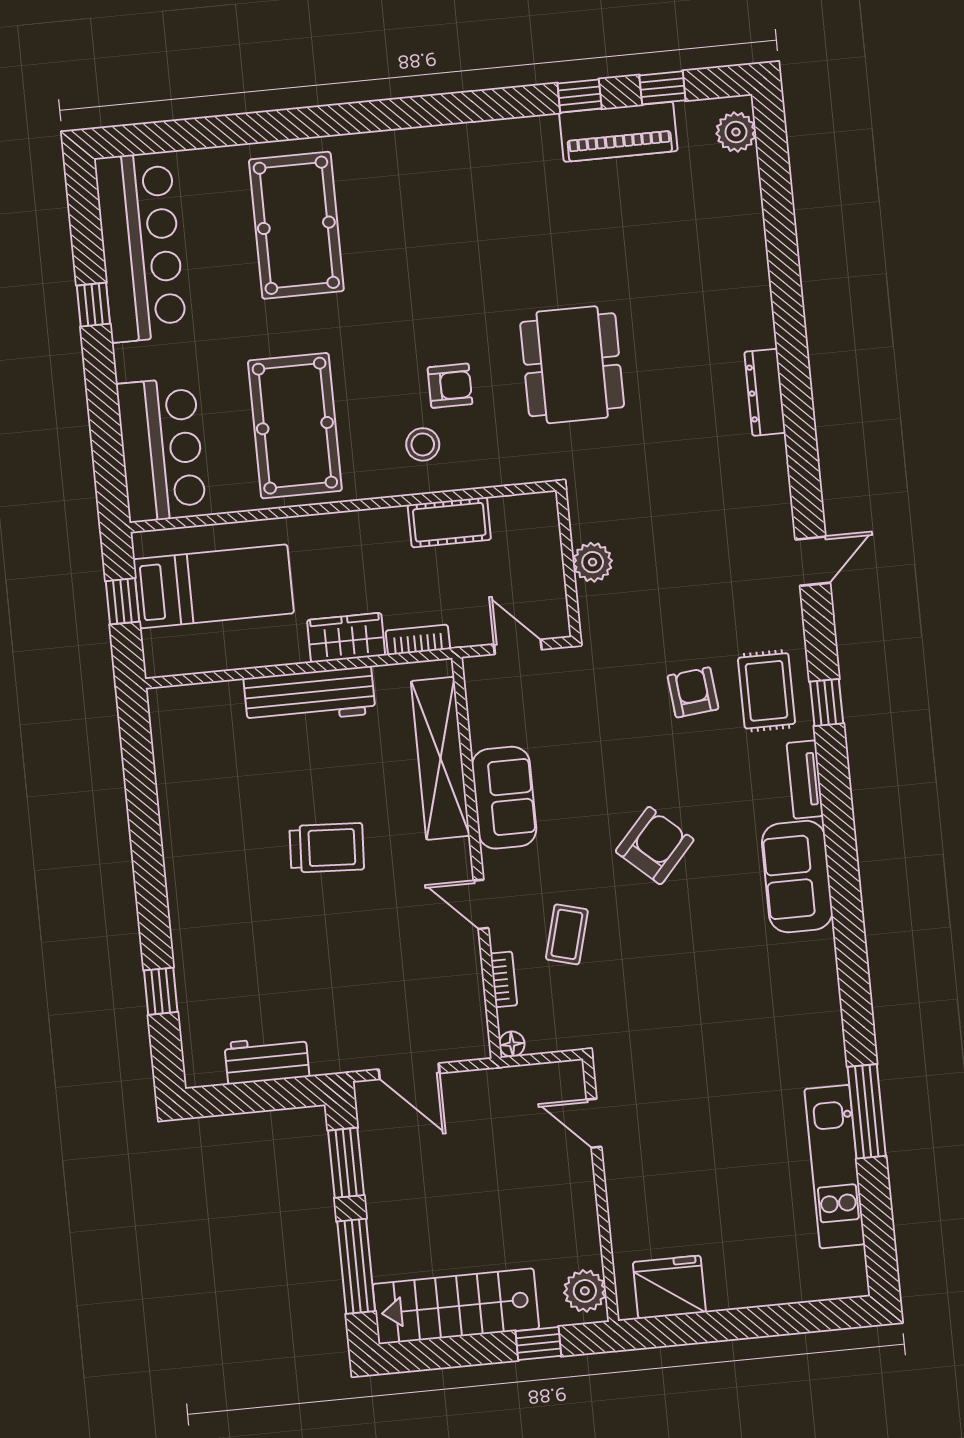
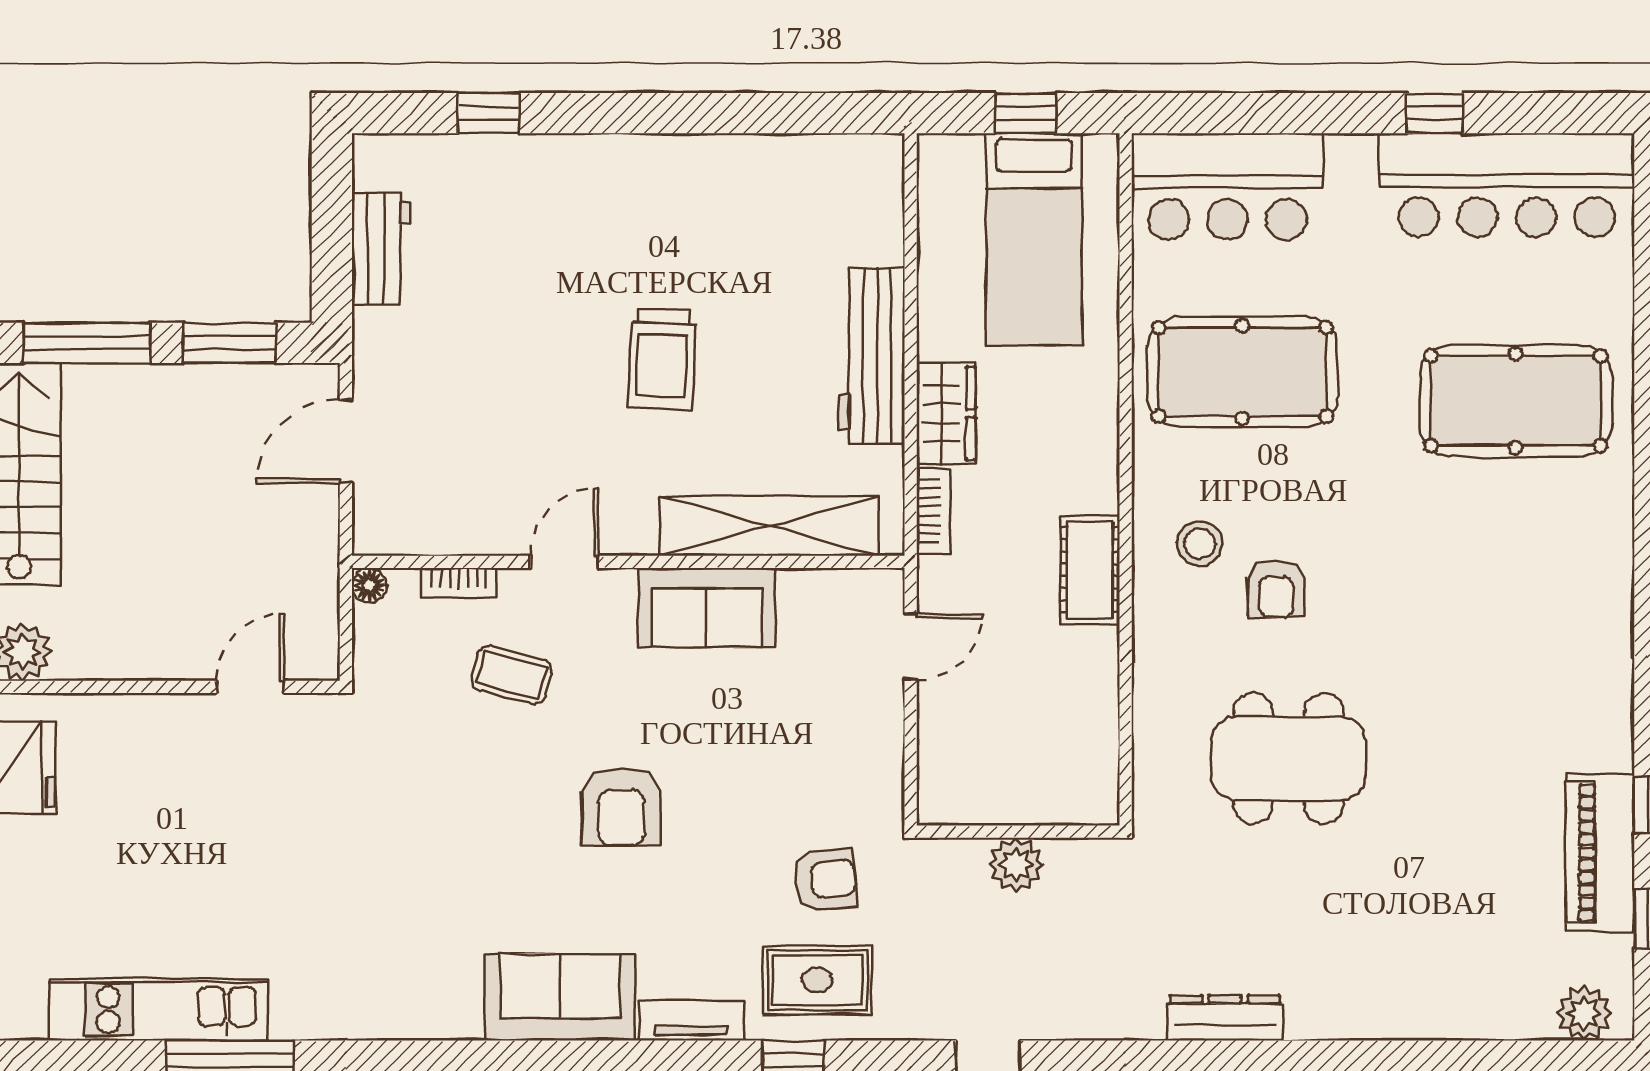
plant: (593, 562) -> (1016, 865), moved
wall: (568, 563) -> (1018, 832), moved
armchair: (655, 846) -> (621, 807), turned 48

